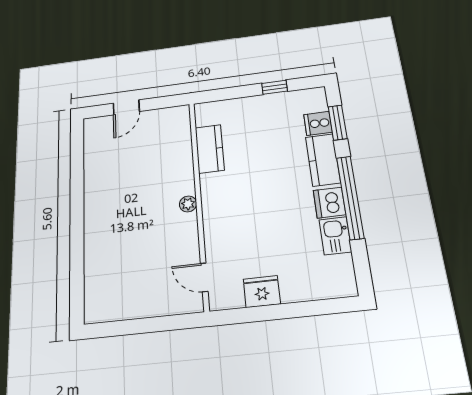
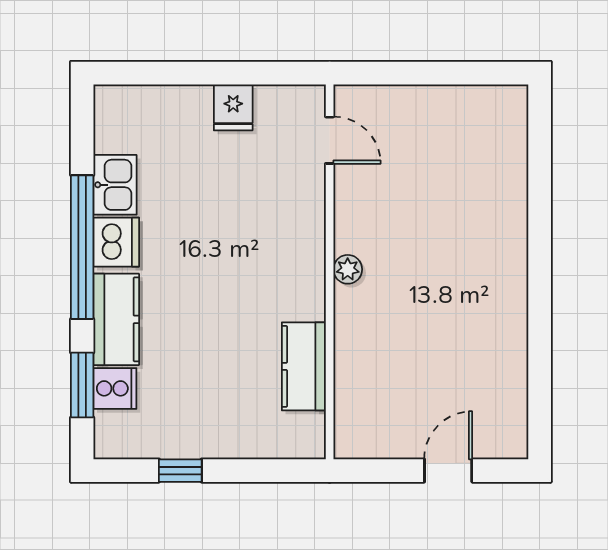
fridge: (262, 292) -> (233, 107), width x0.72

